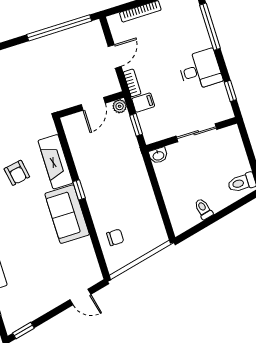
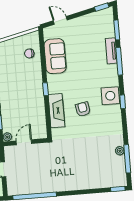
sofa: (67, 214) -> (55, 56), moved

